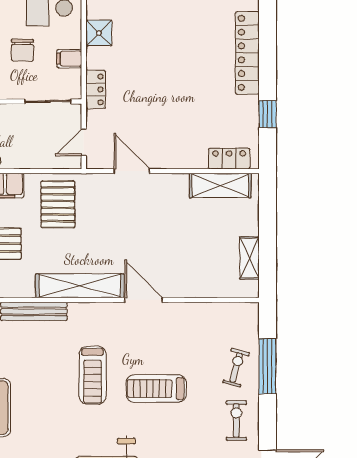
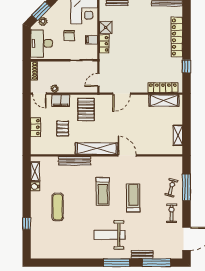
locker: (96, 89) -> (104, 44), moved
locker: (229, 159) -> (163, 88), width x1.53
door: (132, 171) -> (121, 94), swing flipped
treadmill: (156, 389) -> (133, 198), turned 90

